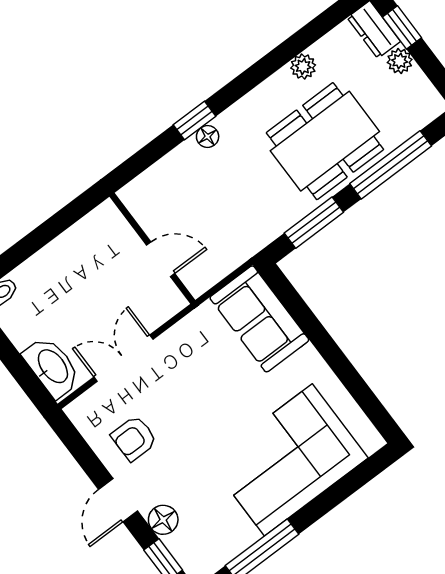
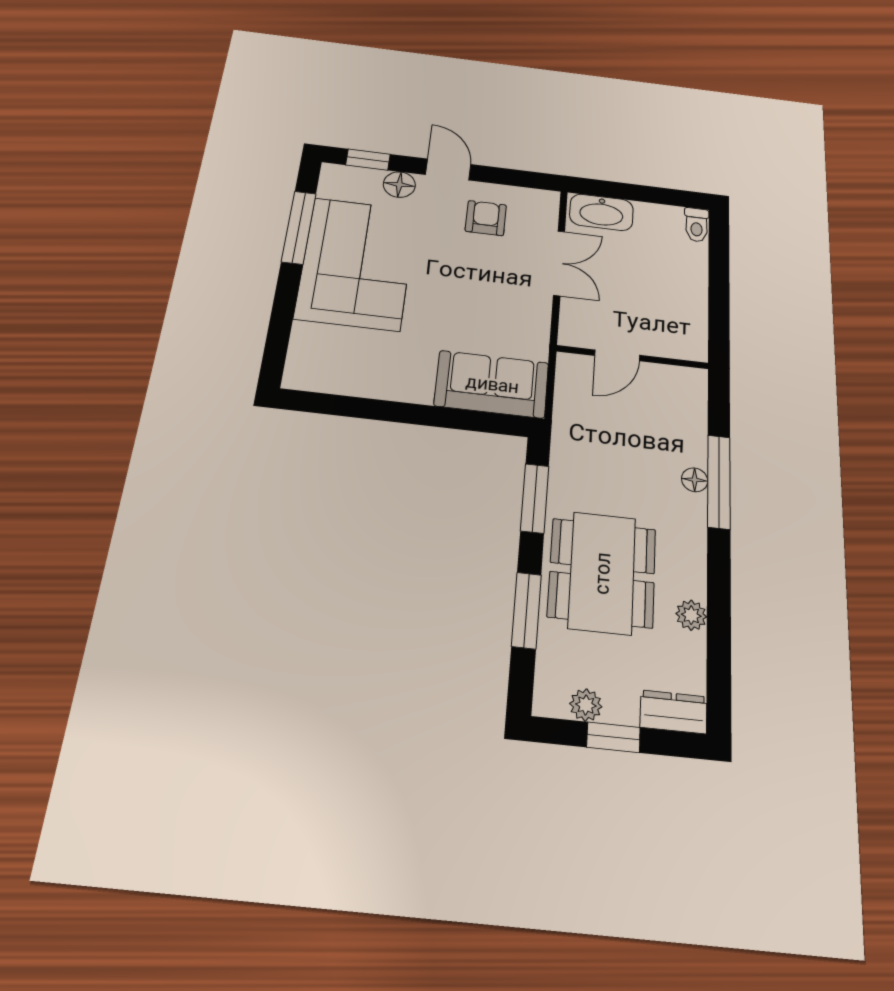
window: (402, 27) -> (613, 737), moved
plant: (400, 61) -> (586, 705), moved
window: (195, 121) -> (719, 482), width x2.17
window: (391, 165) -> (526, 610), width x0.69
corner sofa: (288, 460) -> (356, 263), moved

